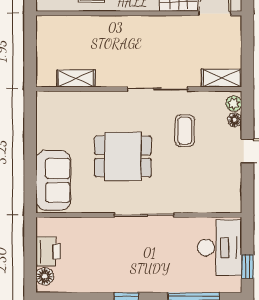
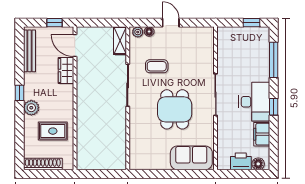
shelving: (76, 78) -> (120, 142), removed
desk: (220, 248) -> (254, 102), moved, turned 90
filing cabinet: (87, 281) -> (262, 134), added

